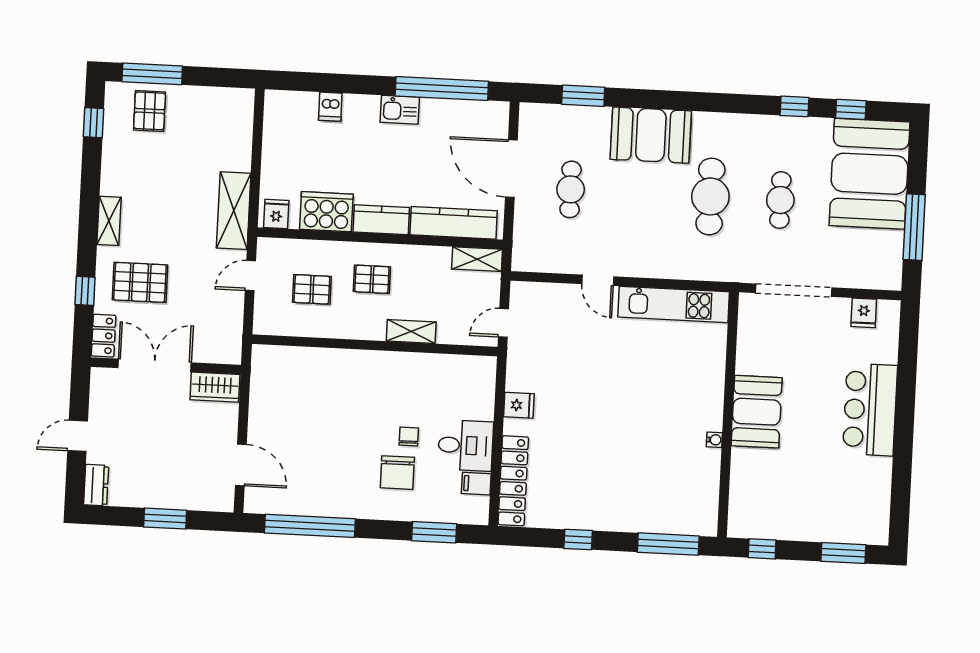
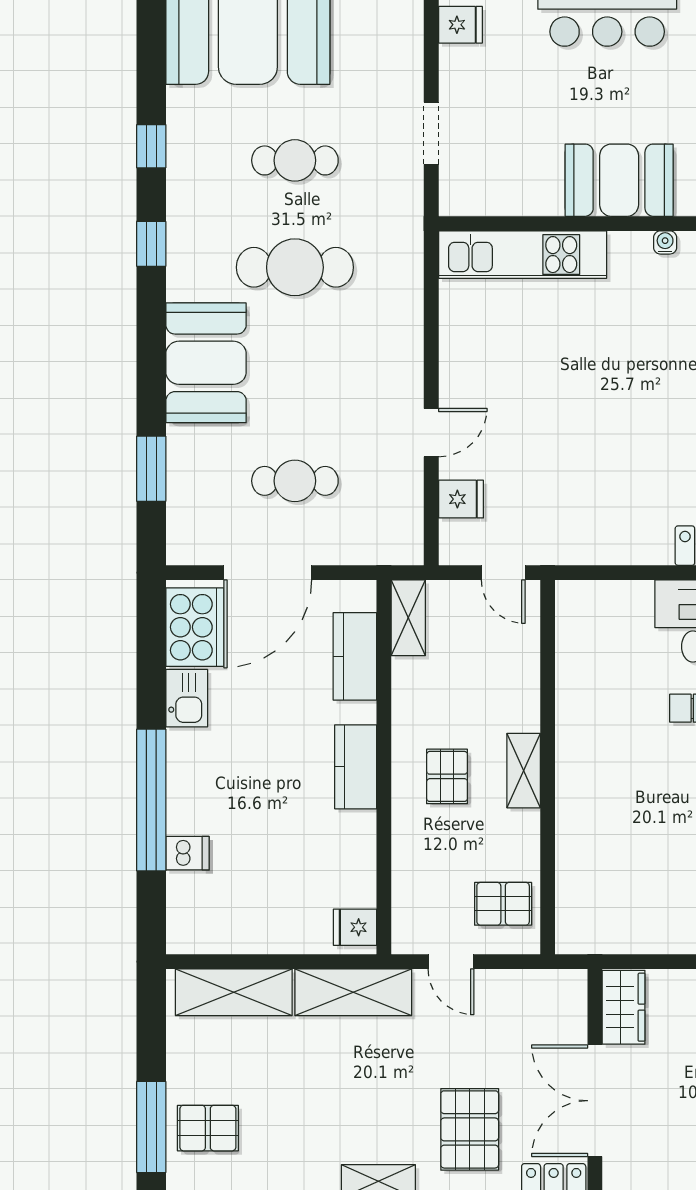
window: (442, 89) -> (151, 800), moved
window: (851, 109) -> (151, 244), moved
kitchen sink: (400, 110) -> (187, 698), moved
shelving: (238, 132) -> (234, 992), added
cooker: (326, 212) -> (195, 627), moved, turned 180
kitchen counter: (454, 223) -> (355, 656), width x0.67
pallet: (312, 289) -> (503, 904), moved, turned 90
doorway: (794, 290) -> (431, 133), width x0.53
kitchen unit: (674, 304) -> (523, 255), moved, turned 90
shelving: (411, 331) -> (524, 771), moved
fridge: (519, 405) -> (461, 499), moved, turned 90

